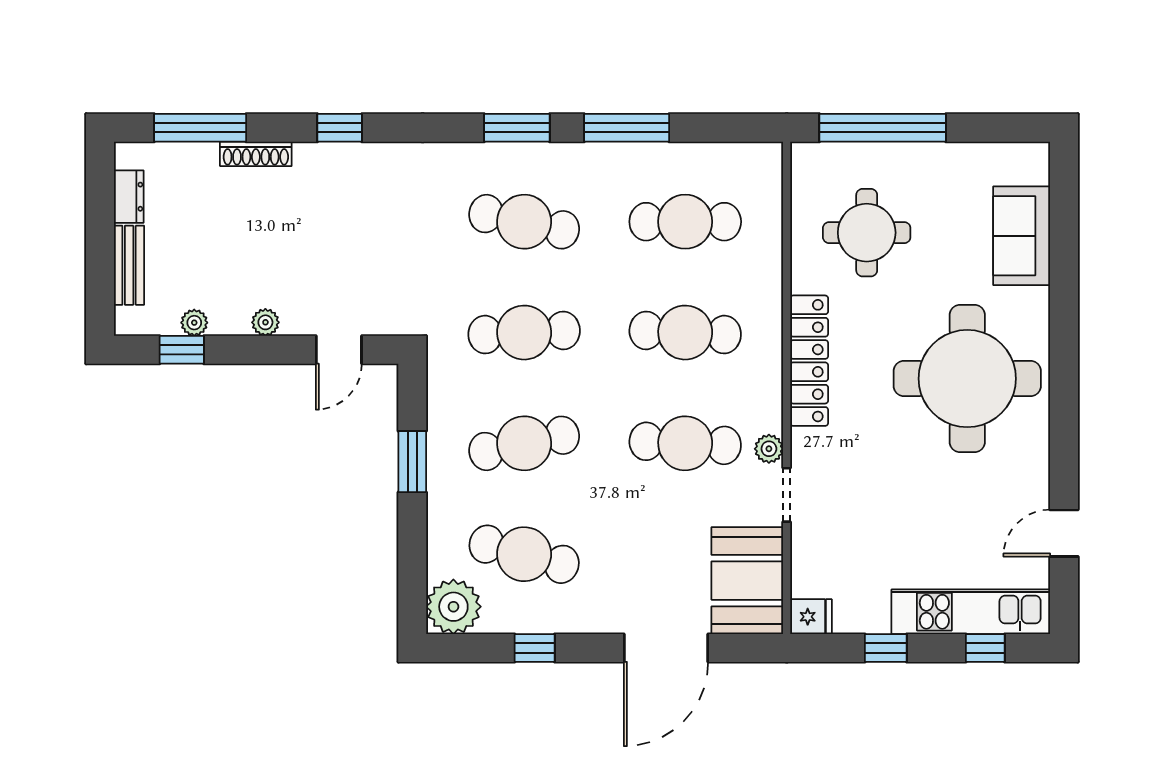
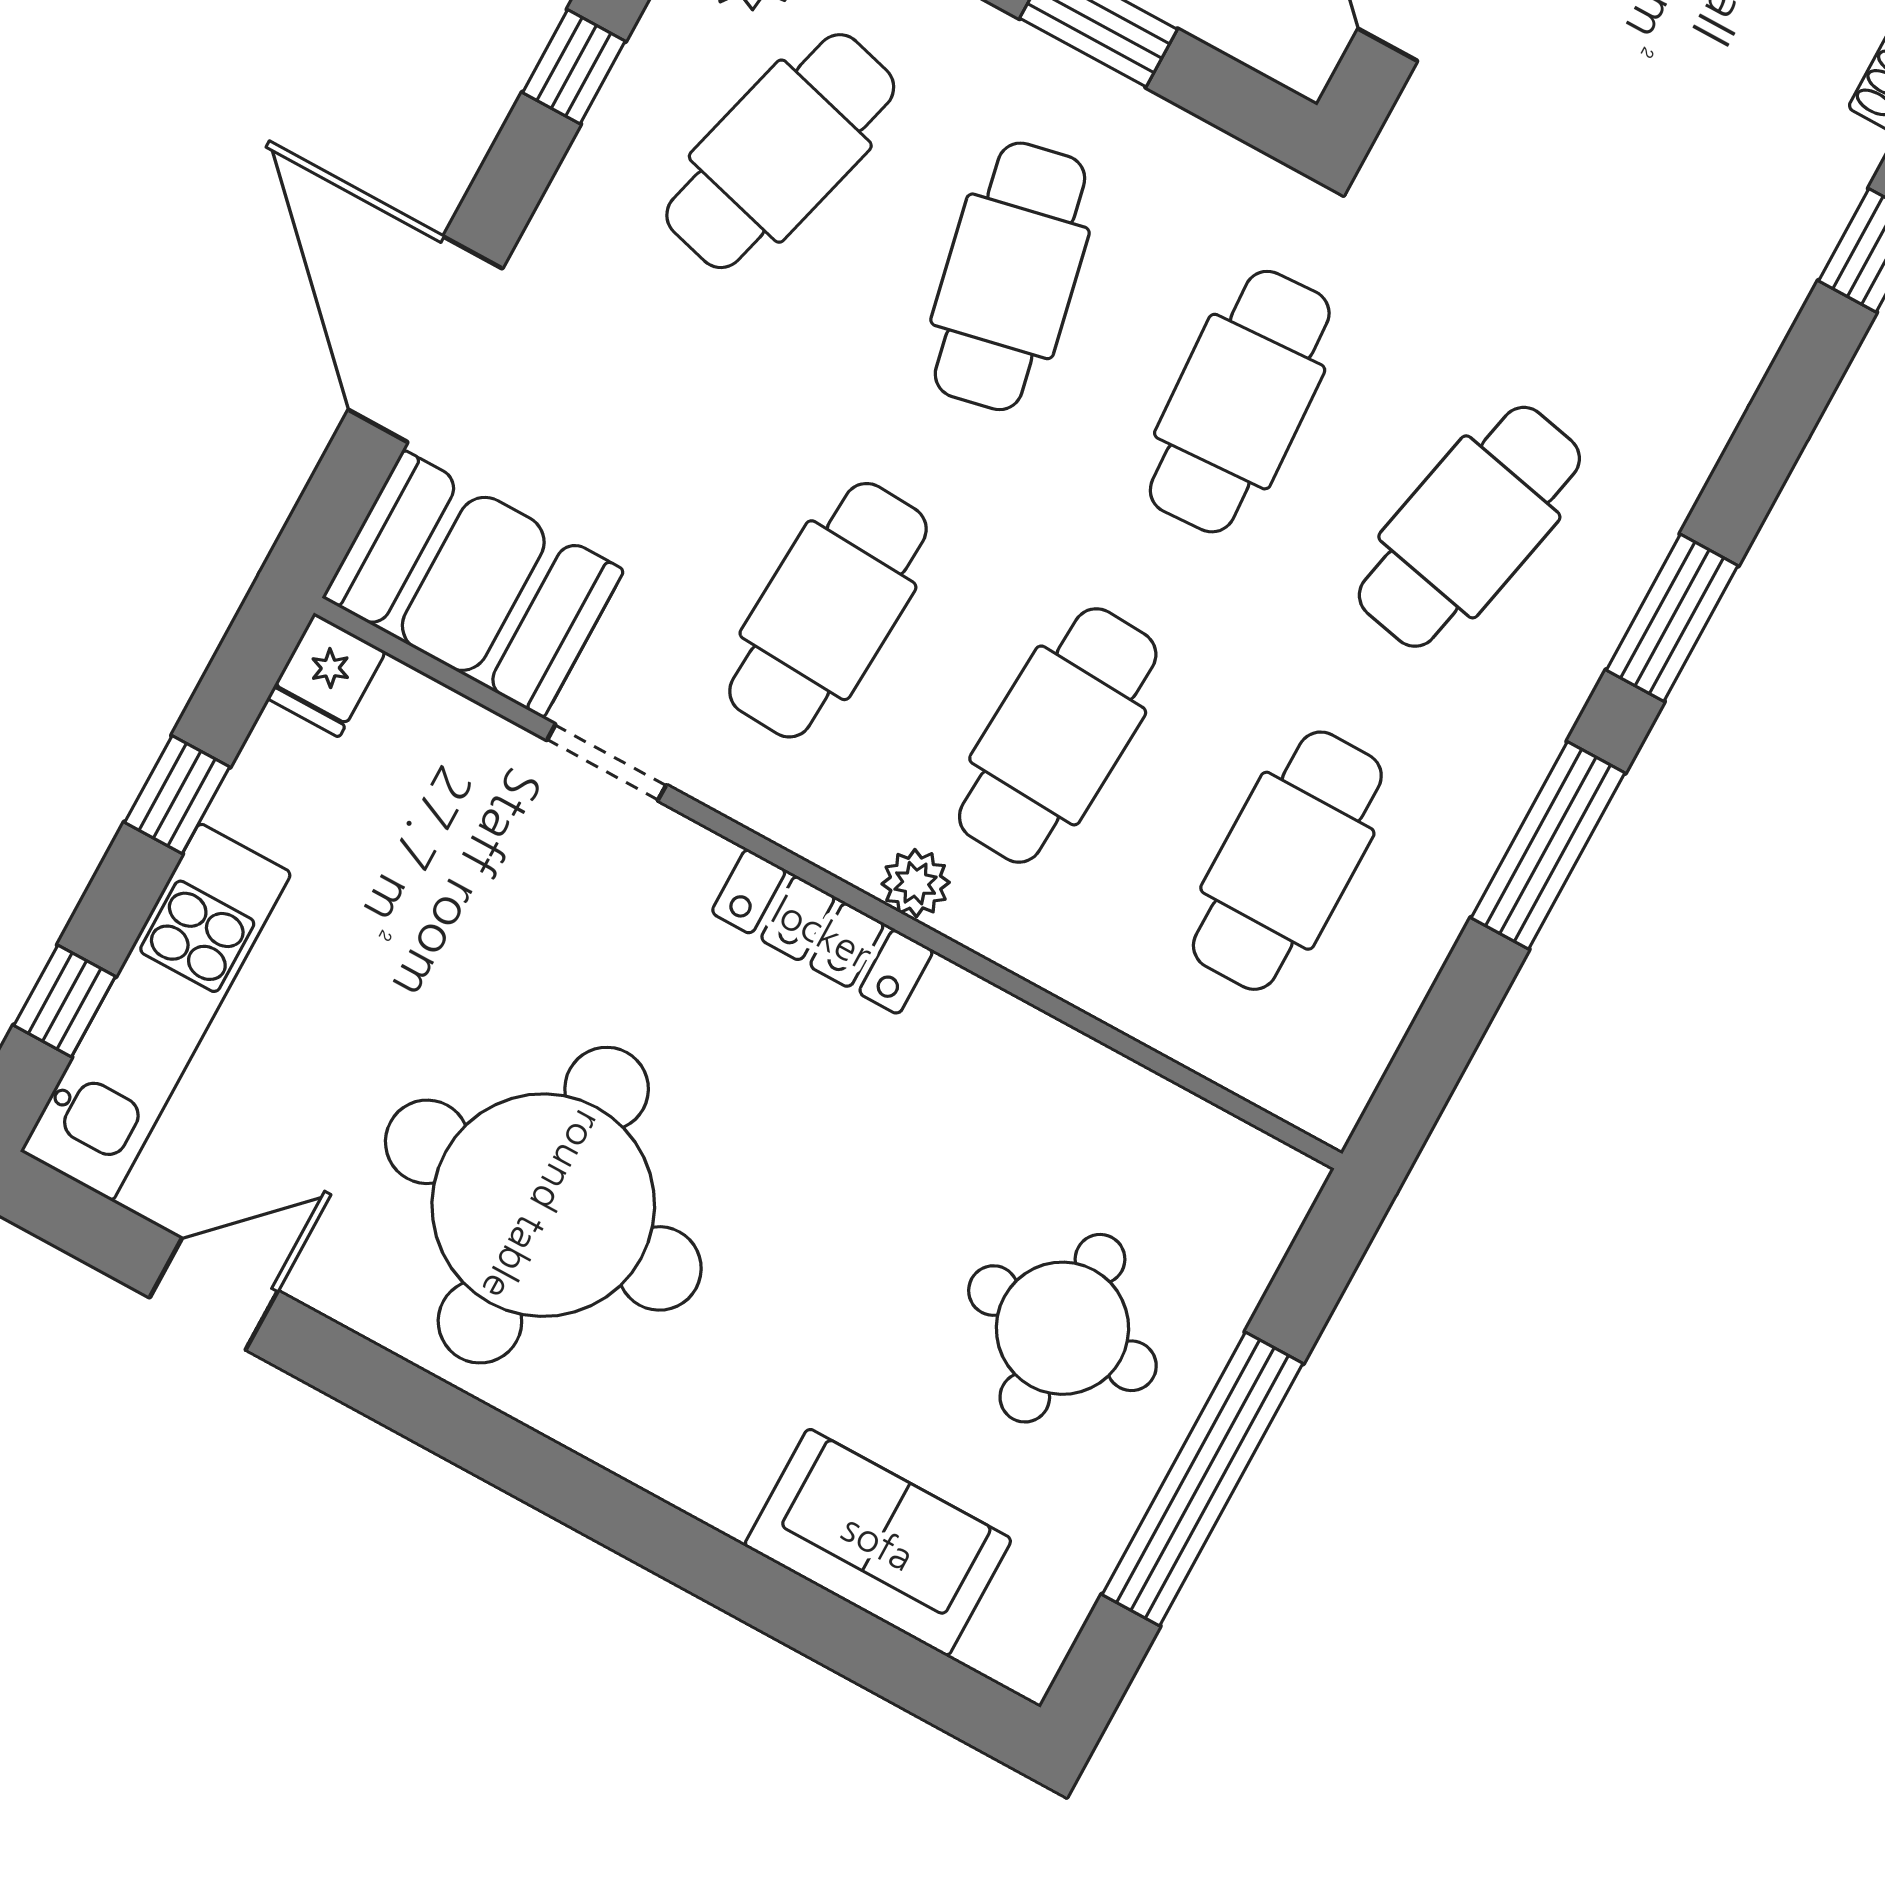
window: (883, 128) -> (1203, 1479), moved
round table: (867, 233) -> (1062, 1328), moved
locker: (809, 361) -> (822, 932), width x0.71, depth x0.83
round table: (967, 379) -> (543, 1205), moved
plant: (769, 449) -> (916, 883), moved
door: (1064, 533) -> (214, 1294), hinge flipped

